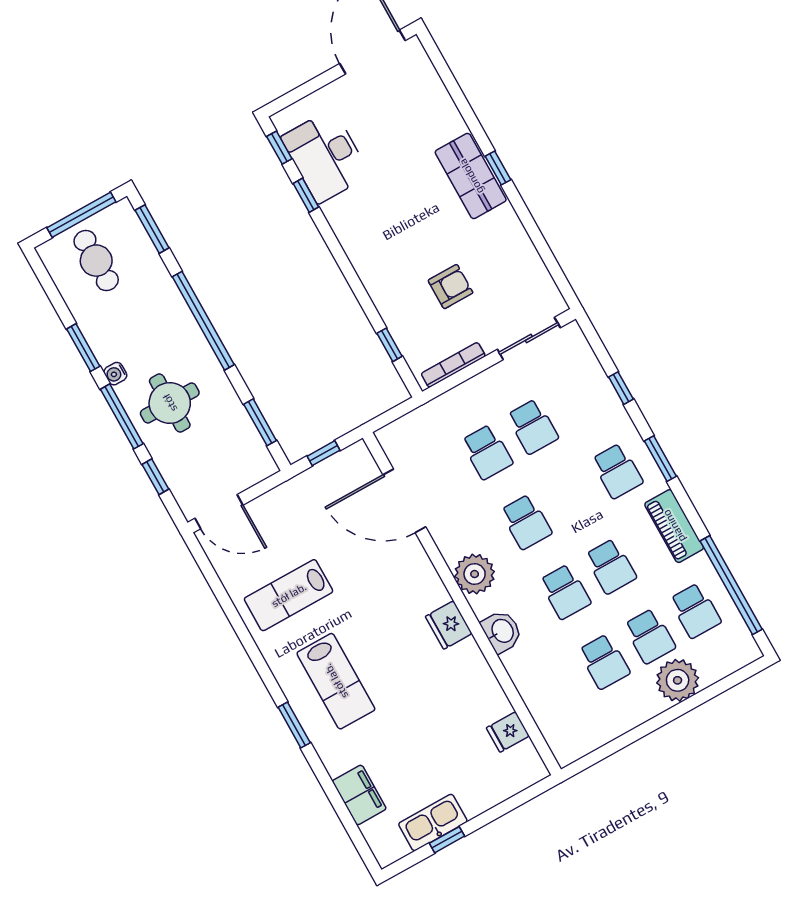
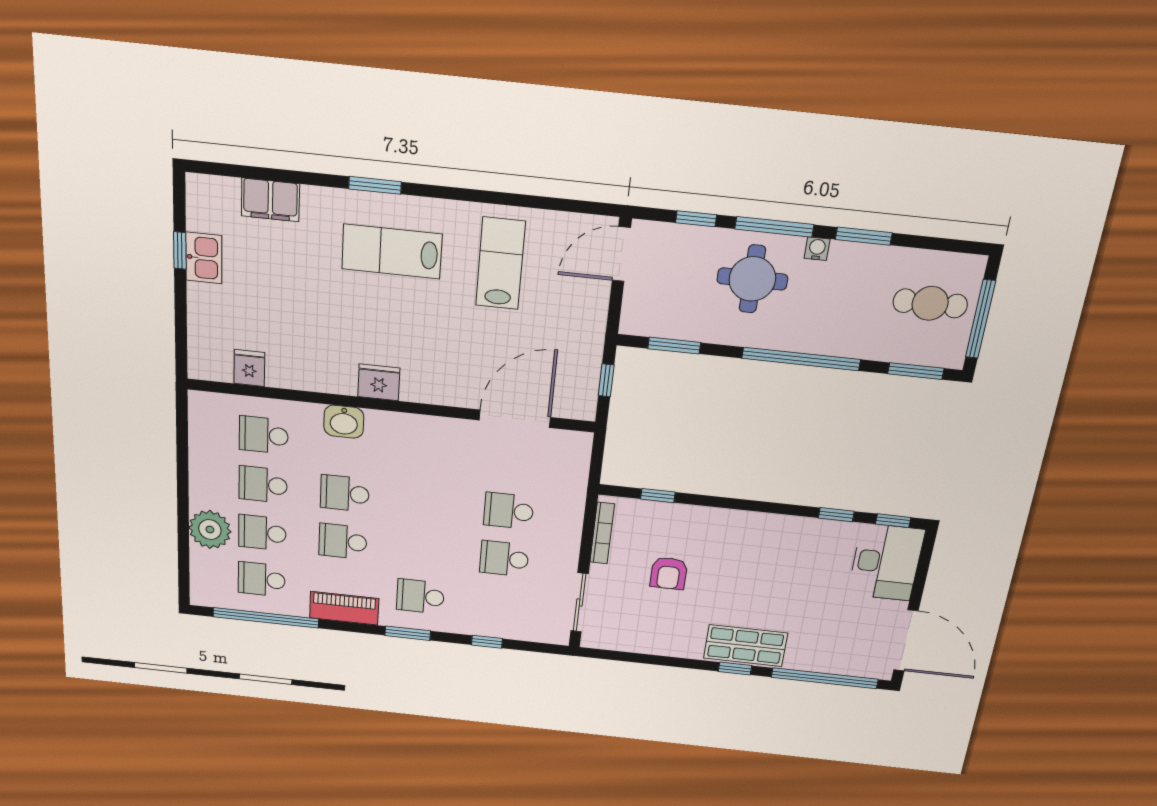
window: (454, 89) -> (825, 678), added
desk: (326, 156) -> (886, 562), moved, turned 90
school desk: (526, 522) -> (264, 435), moved
plant: (475, 574) -> (410, 433), removed
kitchen sink: (433, 823) -> (204, 258), width x0.73

